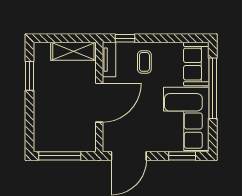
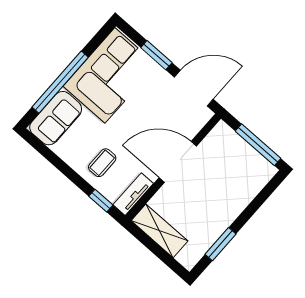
window: (182, 156) -> (156, 55), moved

